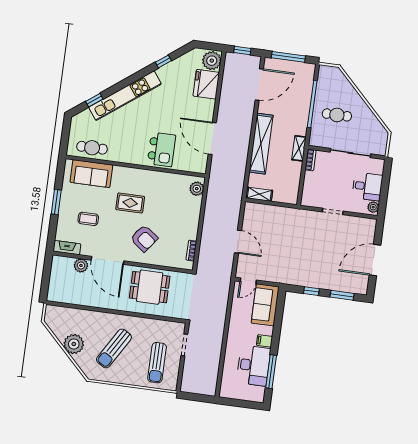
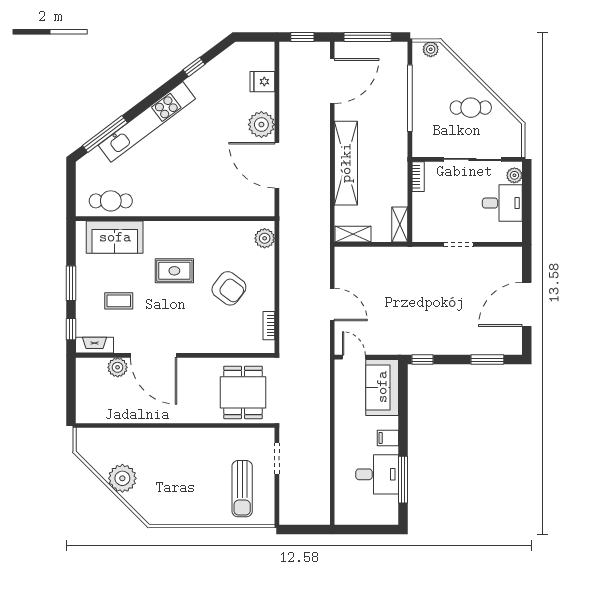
plant: (212, 61) -> (261, 125), moved
plant: (332, 72) -> (431, 49), added
fridge: (206, 84) -> (262, 82), width x0.53, depth x0.75
window: (94, 100) -> (105, 134), width x2.17
cafe table: (337, 115) -> (471, 108), moved
shelving: (299, 148) -> (400, 225), moved
kitchen island: (161, 149) -> (208, 190), removed
plant: (373, 207) -> (514, 175), moved
window: (52, 234) -> (71, 329), added
armchair: (144, 238) -> (229, 288), moved
door: (248, 281) -> (354, 357), swing flipped
dining table: (150, 287) -> (243, 392), moved, turned 90
window: (311, 291) -> (422, 360), moved
sun lounger: (114, 348) -> (179, 477), removed
desk: (253, 365) -> (377, 474), width x0.73

